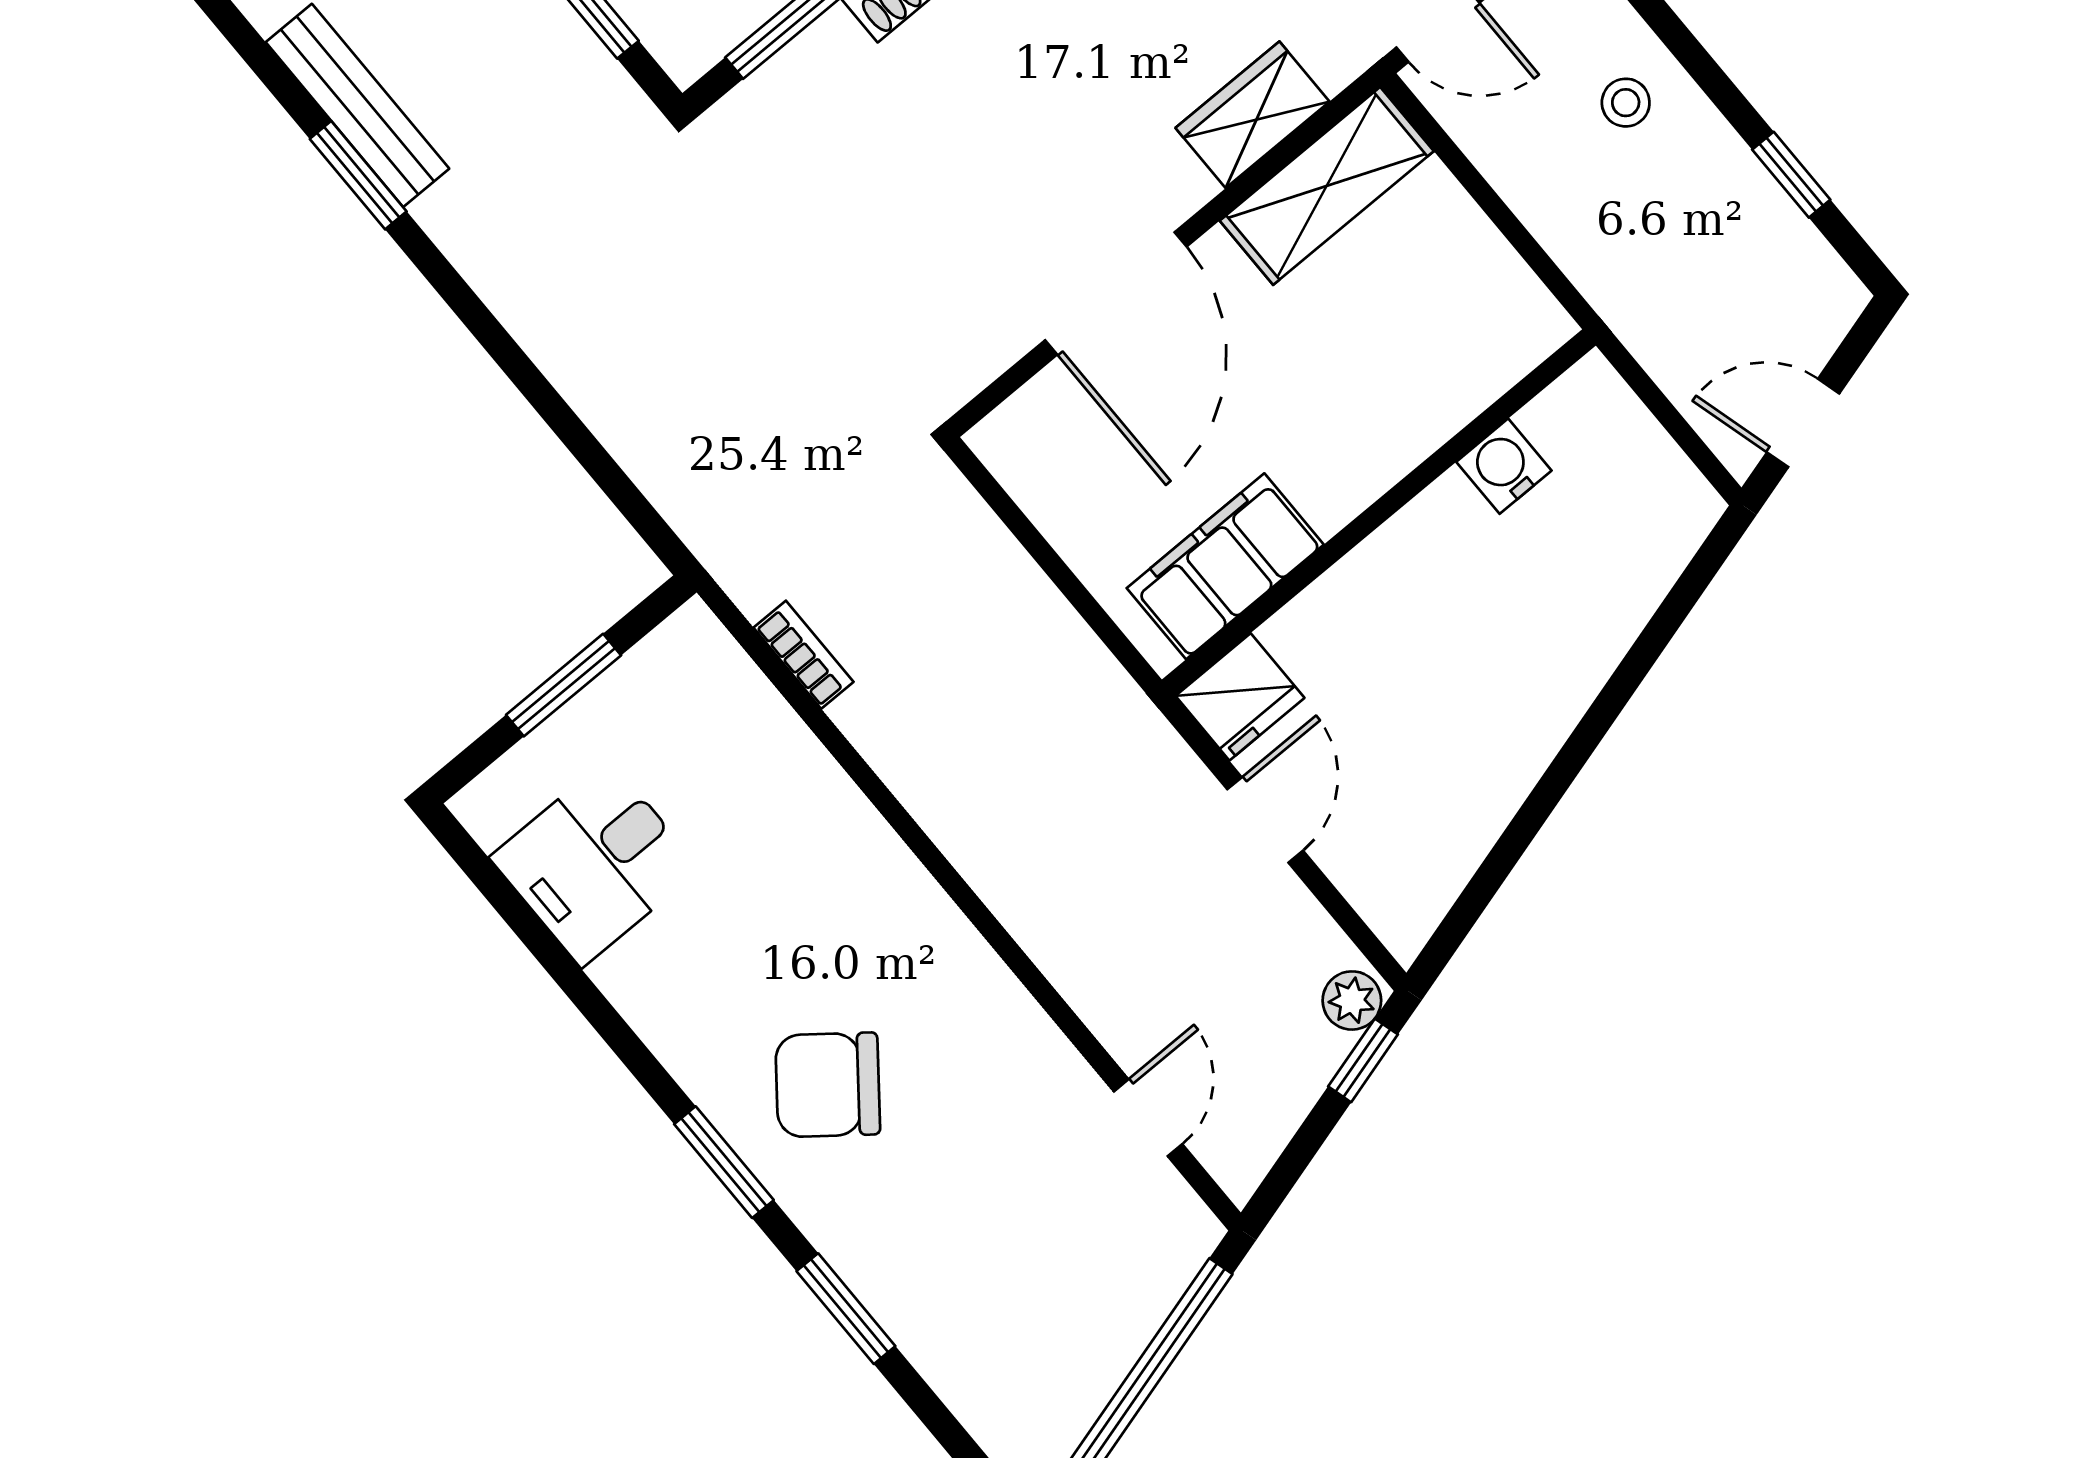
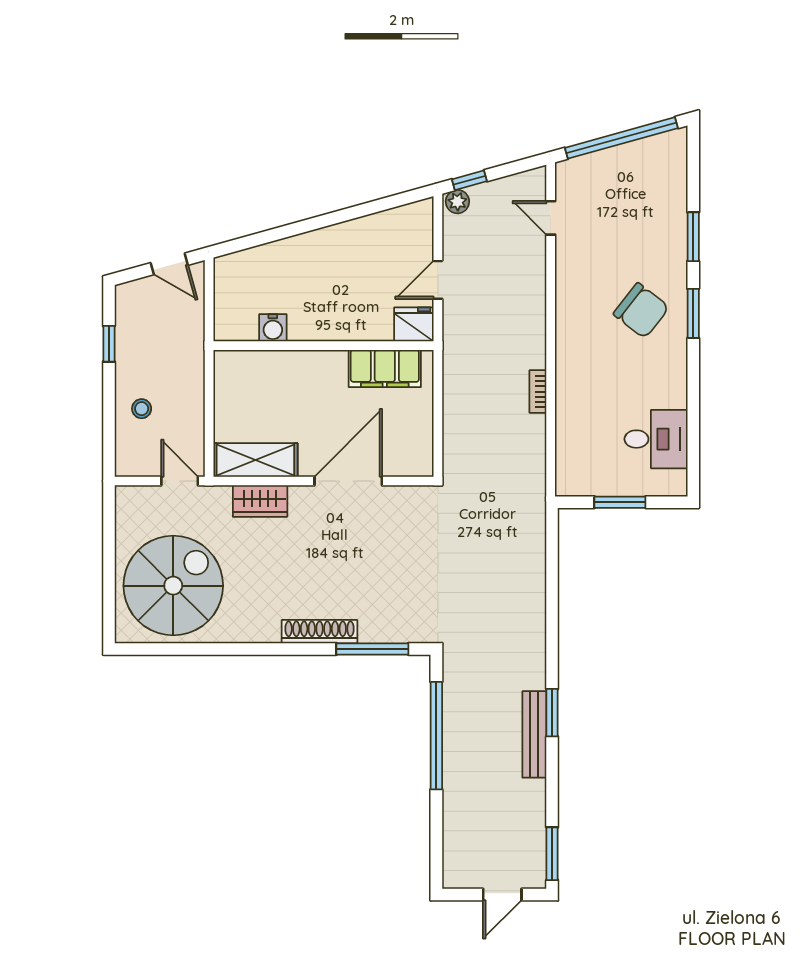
bookcase: (804, 655) -> (538, 392), moved
door: (1148, 1118) -> (551, 218), hinge flipped

